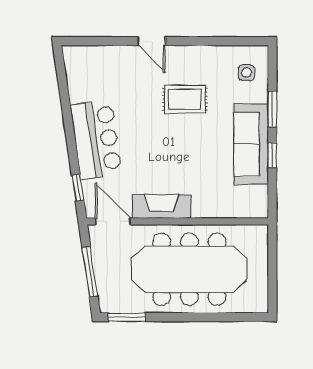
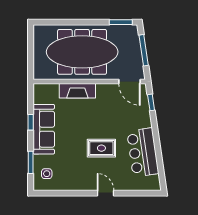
rug: (185, 99) -> (101, 148), moved
window: (272, 109) -> (31, 162), moved
bar counter: (96, 140) -> (143, 152), moved
fireplace: (162, 206) -> (77, 91), moved

